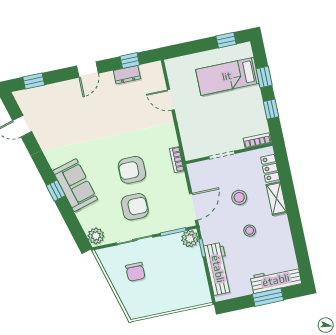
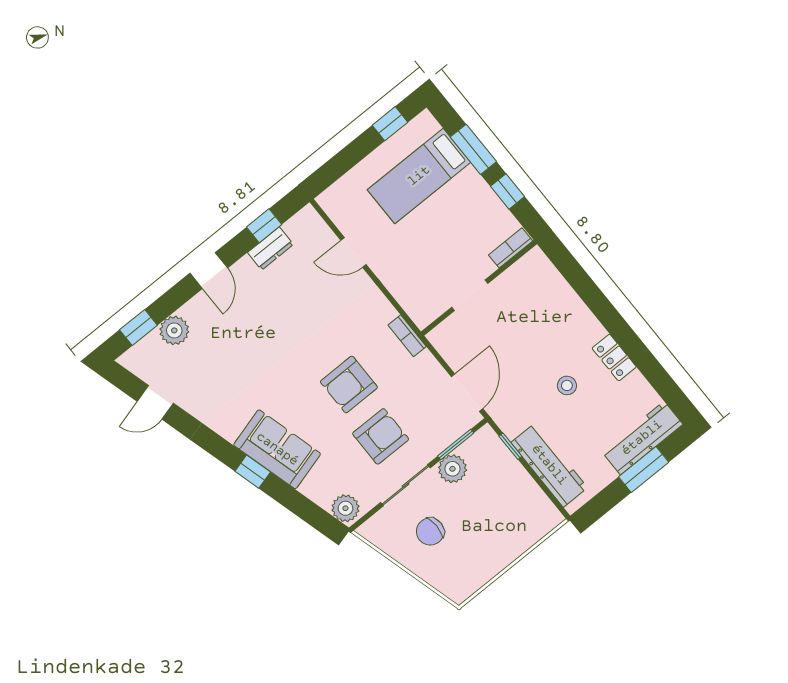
window: (264, 77) -> (473, 149), width x1.50
plant: (52, 92) -> (174, 330), added
locker: (270, 168) -> (614, 358), moved
stool: (239, 197) -> (527, 345), removed
shelving: (276, 198) -> (582, 318), removed
plant: (190, 239) -> (452, 469), moved
chair: (135, 272) -> (430, 531), turned 90

